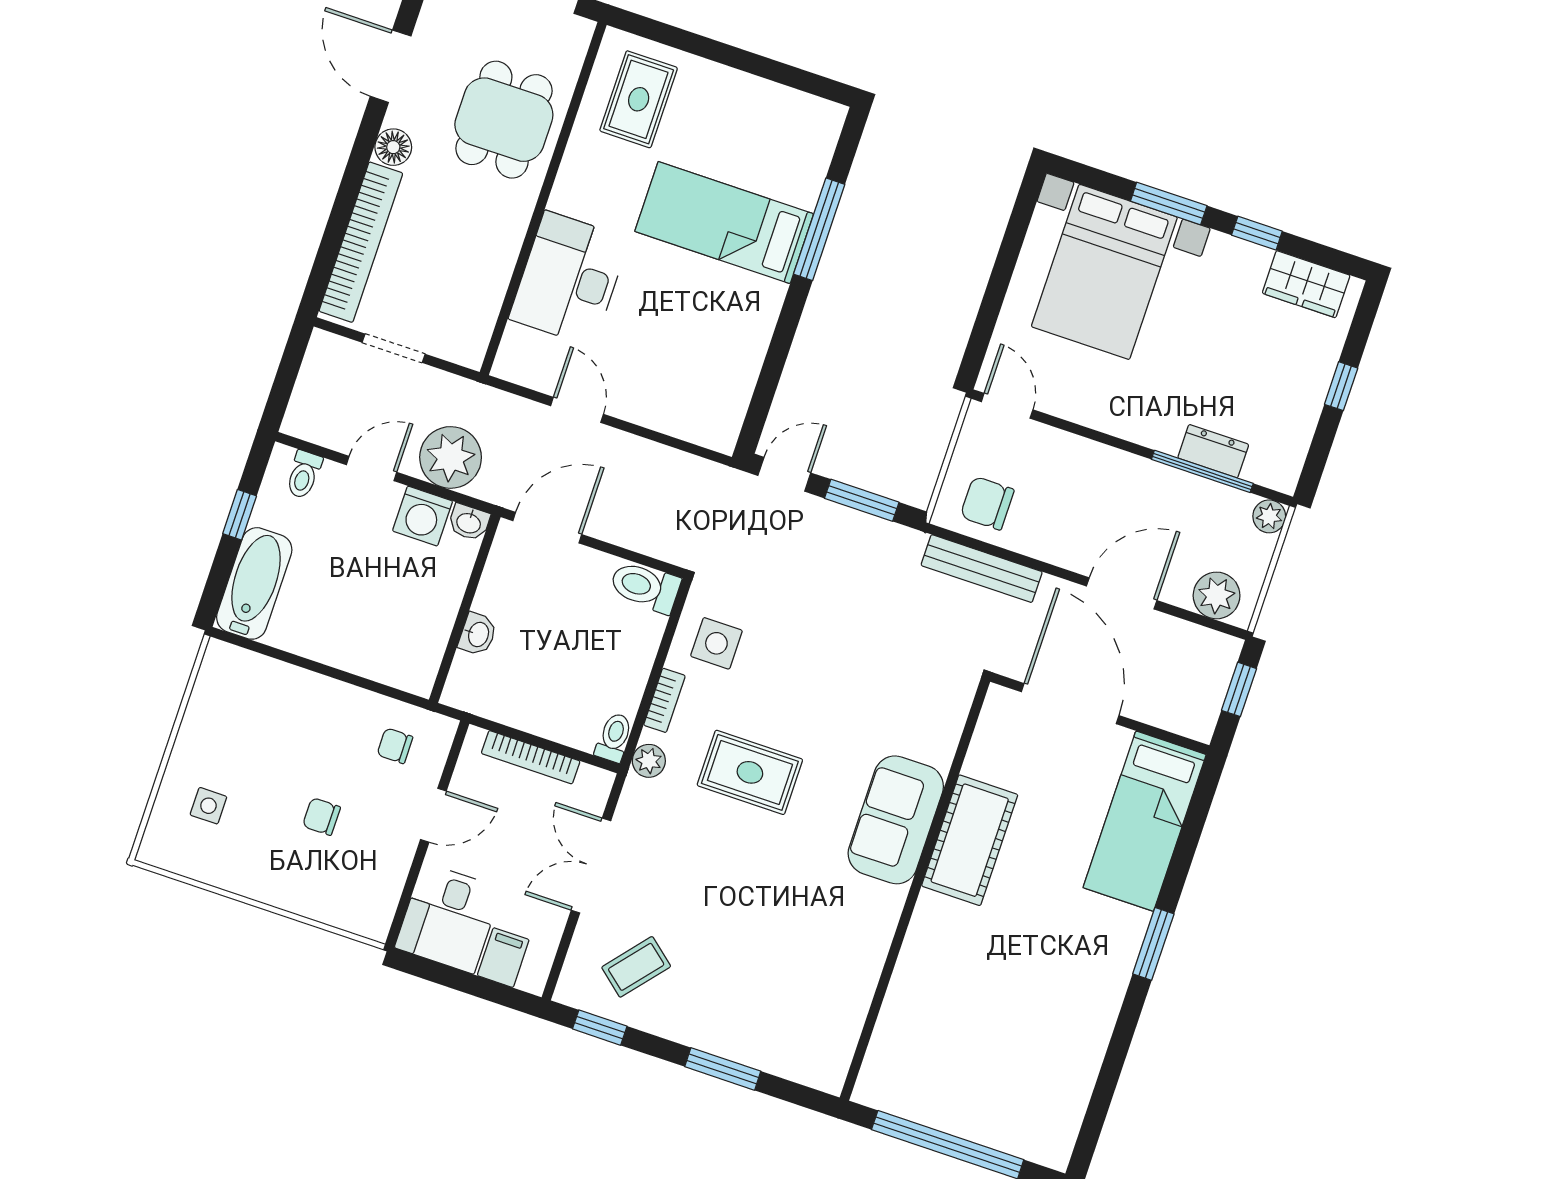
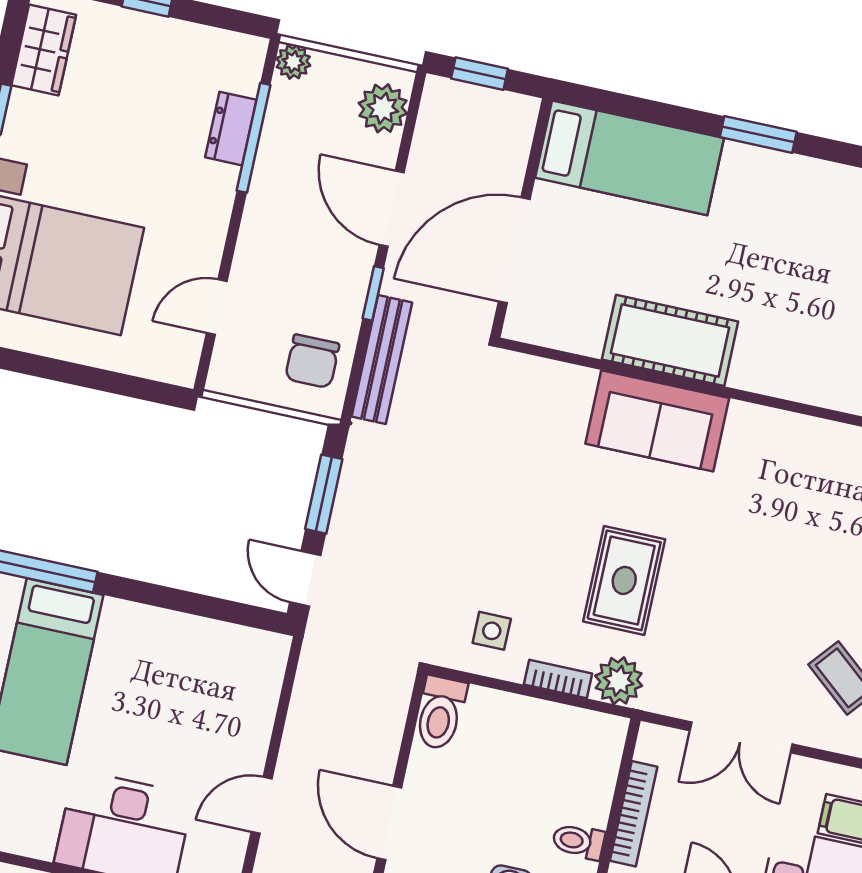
door: (1007, 406) -> (217, 307), moved
window: (1044, 567) -> (373, 293), added
side table: (716, 643) -> (492, 631), width x0.73, depth x0.73
toilet: (614, 737) -> (578, 841), moved
plant: (649, 761) -> (619, 681), width x1.38, depth x1.38

